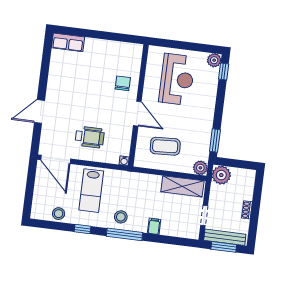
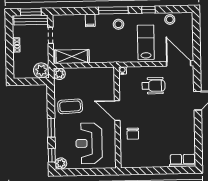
wheelchair: (90, 137) -> (153, 86), turned 180
window: (215, 140) -> (51, 128), moved
coffee table: (165, 146) -> (70, 106), moved

